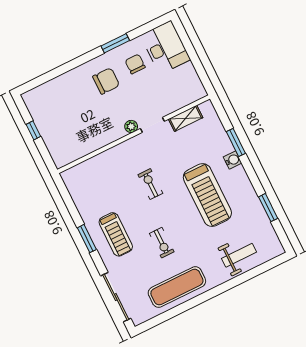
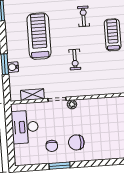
desk: (165, 47) -> (25, 127), moved
water cooler: (233, 160) -> (13, 67), moved

